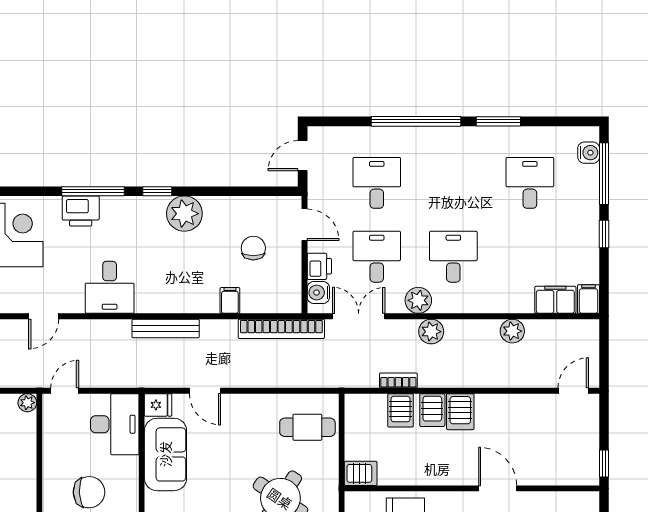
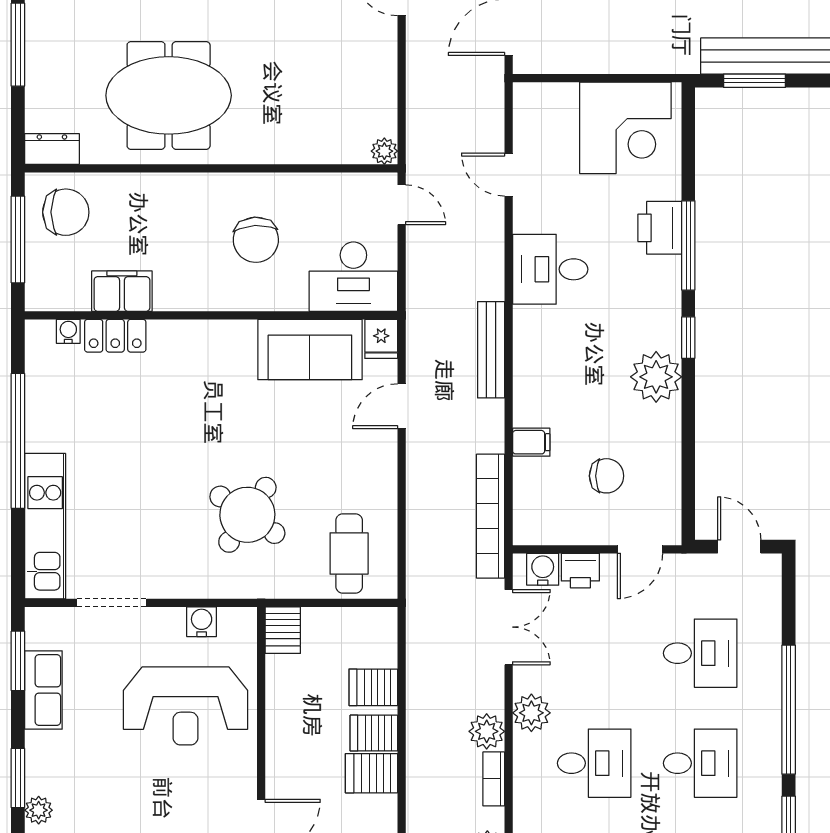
desk: (377, 257) -> (700, 763), moved
bookcase: (398, 380) -> (494, 779), moved, turned 180

